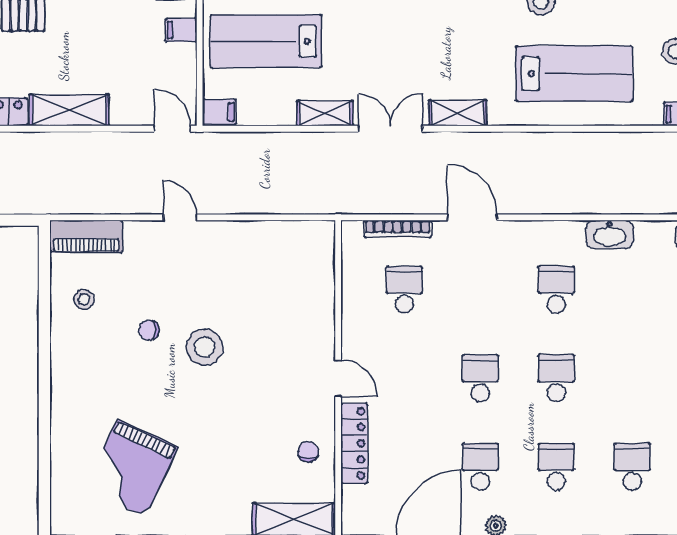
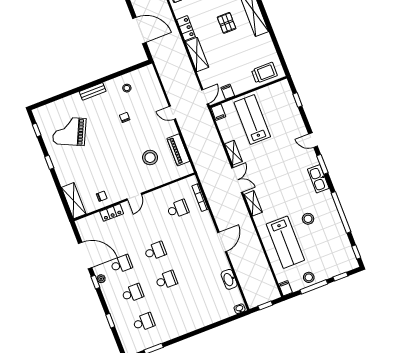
filing cabinet: (181, 30) -> (228, 92), moved
door: (180, 217) -> (172, 113), swing flipped
door: (472, 217) -> (222, 242), moved
piano: (86, 236) -> (178, 150), moved
school desk: (556, 290) -> (200, 267), removed
stool: (205, 347) -> (150, 158), moved
bench: (62, 380) -> (93, 91), added
locker: (354, 443) -> (112, 213), width x0.66

